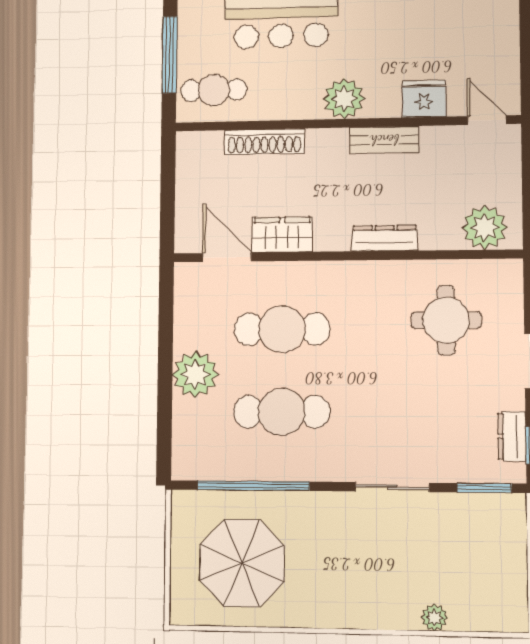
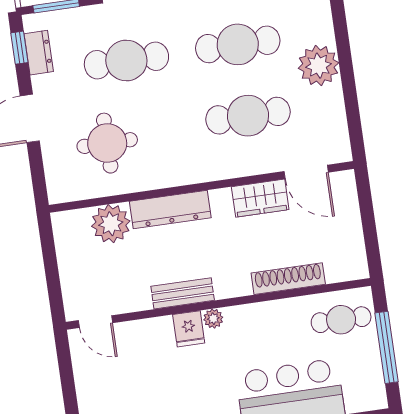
plant: (344, 99) -> (213, 319), width x0.53, depth x0.53
fridge: (424, 99) -> (189, 329), moved, width x0.72
plant: (485, 228) -> (111, 224), moved
dresser: (385, 238) -> (170, 210), width x1.37, depth x1.24
cafe table: (411, 412) -> (126, 60), added

